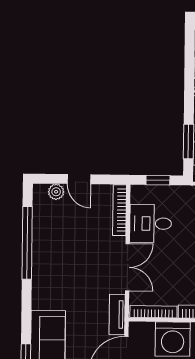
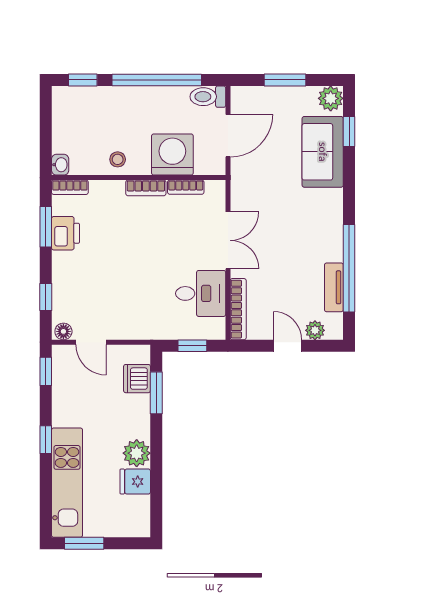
double door: (127, 267) -> (228, 240), swing flipped
bookcase: (153, 312) -> (186, 187), width x0.64
tv unit: (117, 314) -> (334, 287), moved, turned 180

